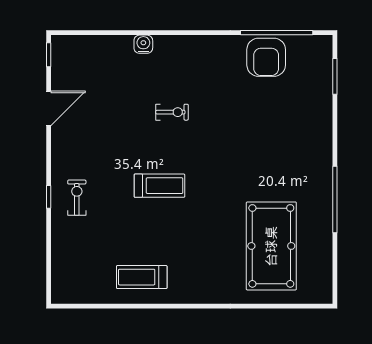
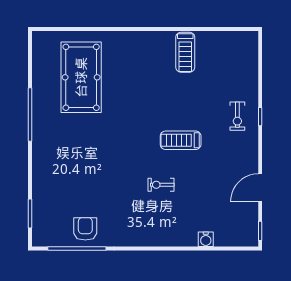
water cooler: (143, 44) -> (206, 239), moved
armchair: (266, 57) -> (85, 229), width x0.73, depth x0.73
treadmill: (159, 186) -> (181, 140), moved
treadmill: (142, 277) -> (185, 52), turned 90

